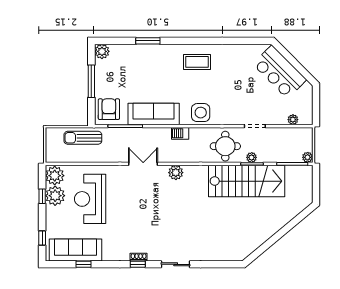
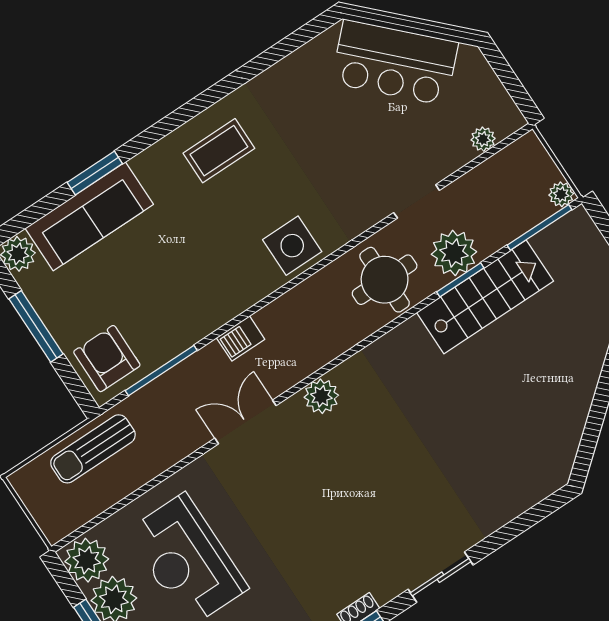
sofa: (154, 114) -> (89, 216), moved, turned 180
barbecue: (180, 133) -> (241, 338), moved
plant: (252, 157) -> (454, 253), width x1.88, depth x1.88
stairs: (247, 181) -> (485, 297), width x0.73, depth x0.66

